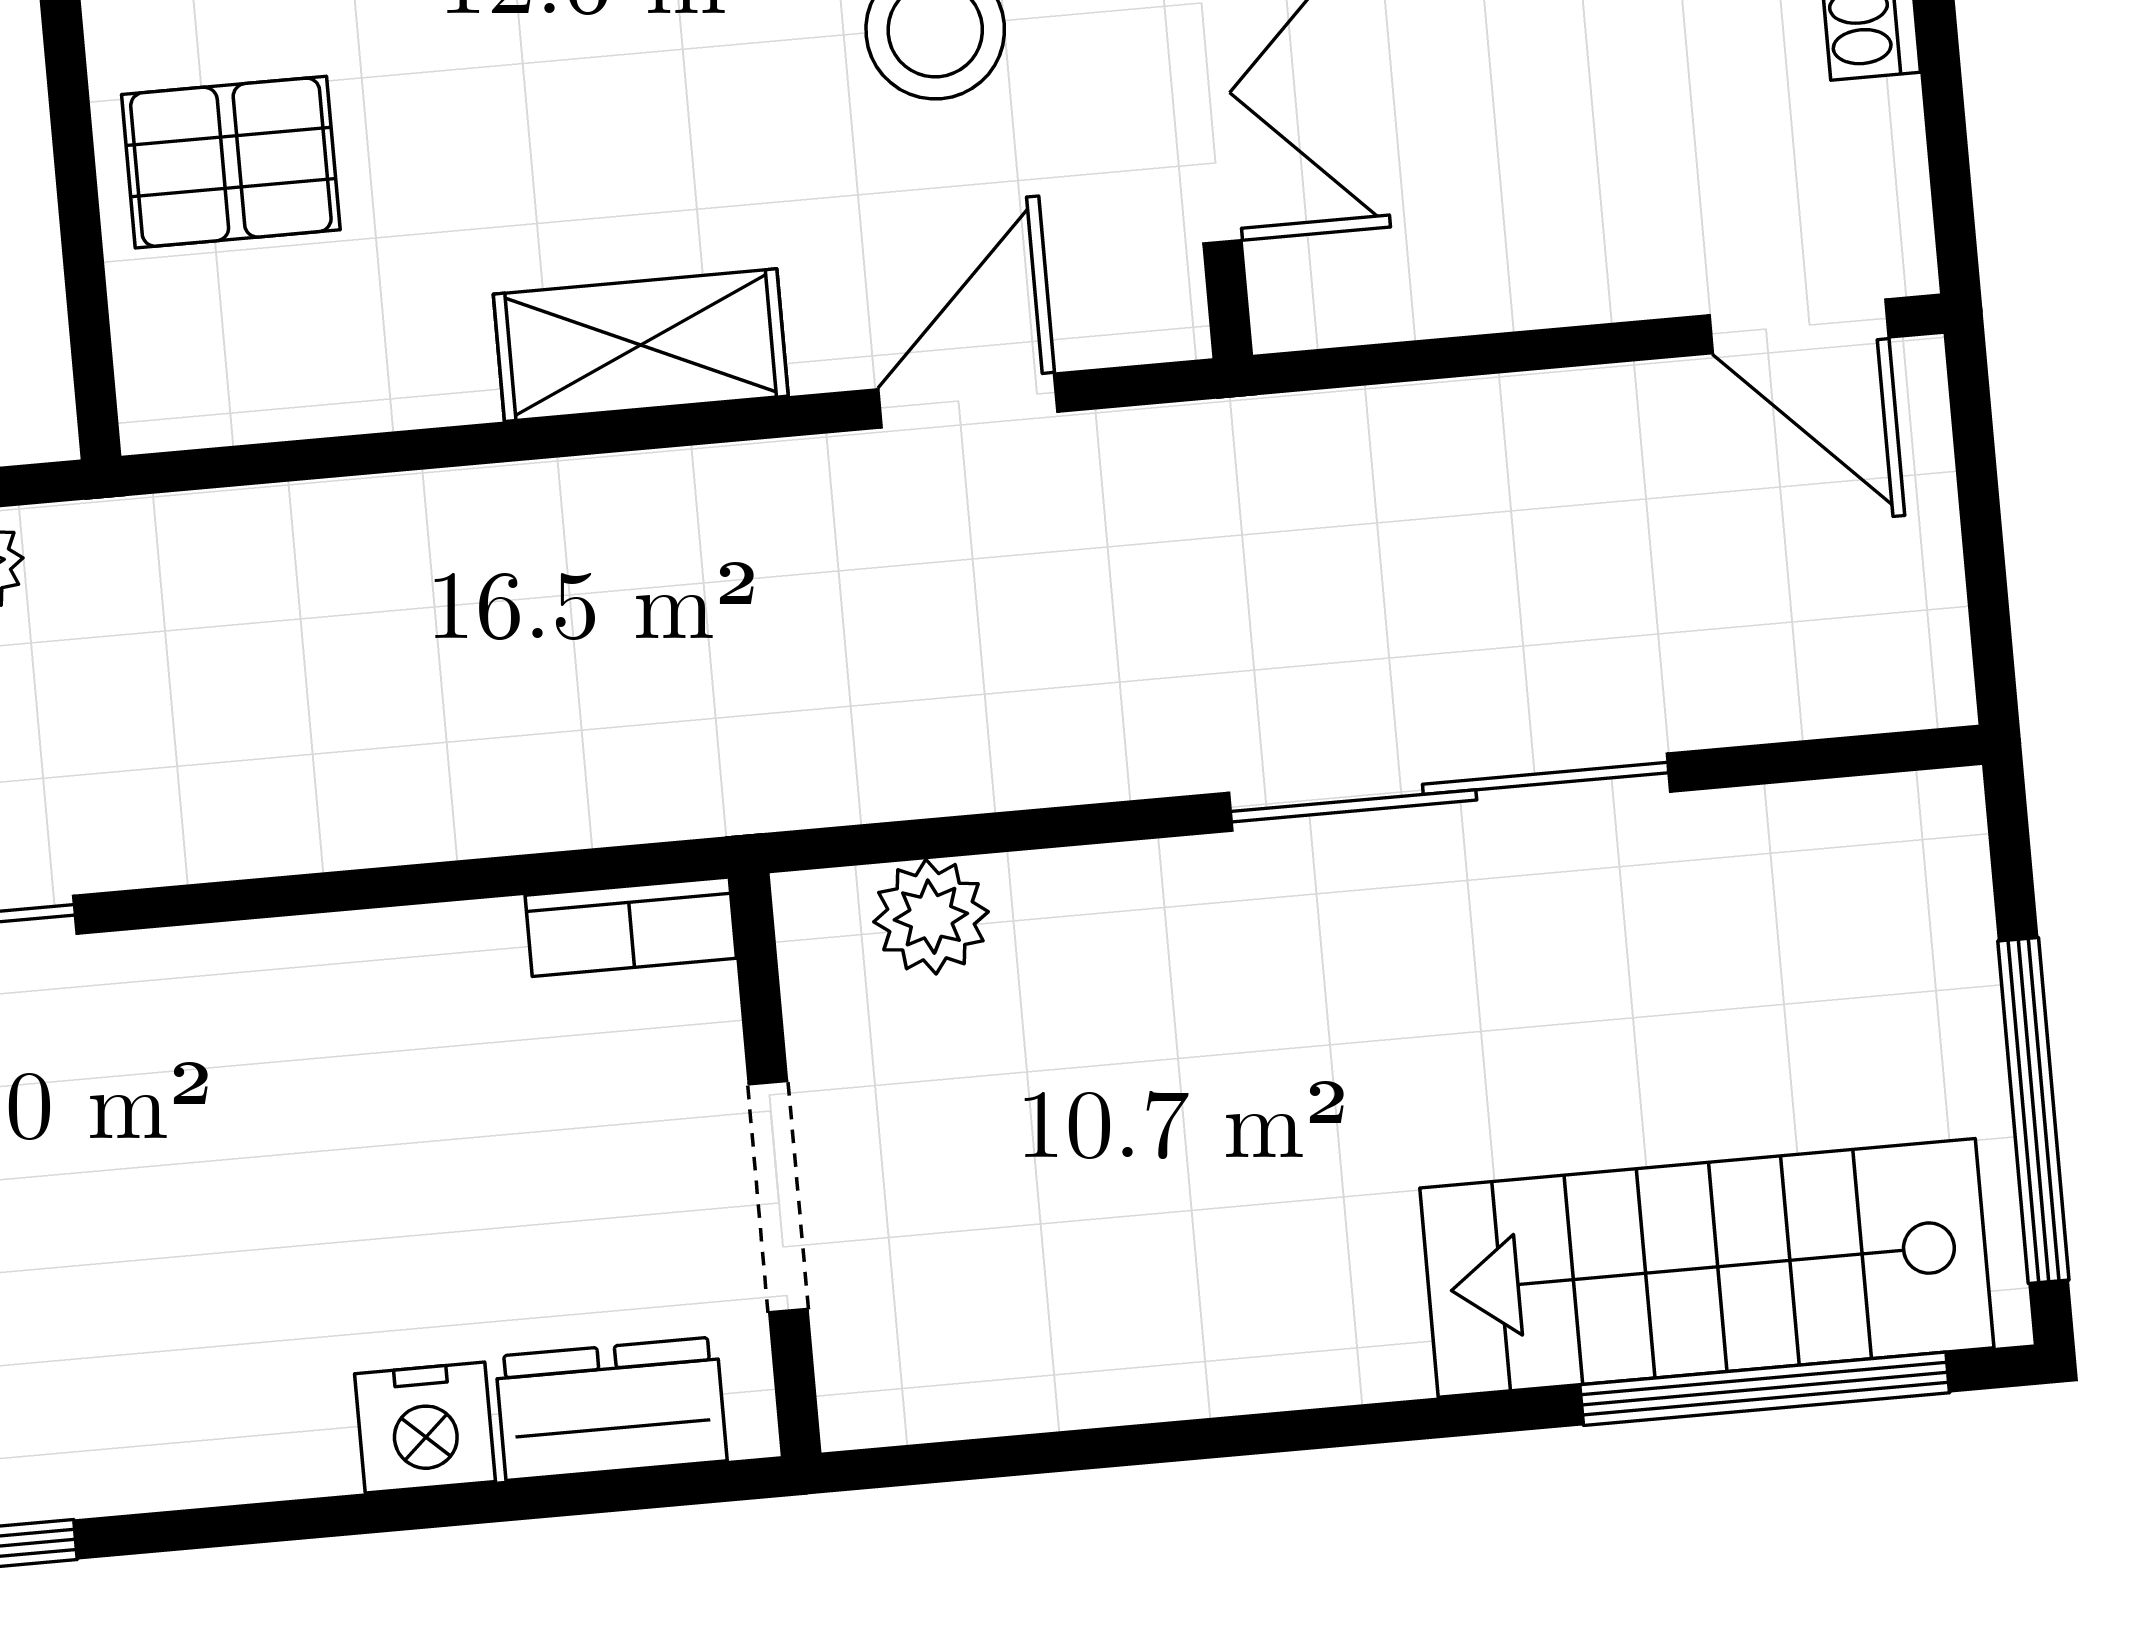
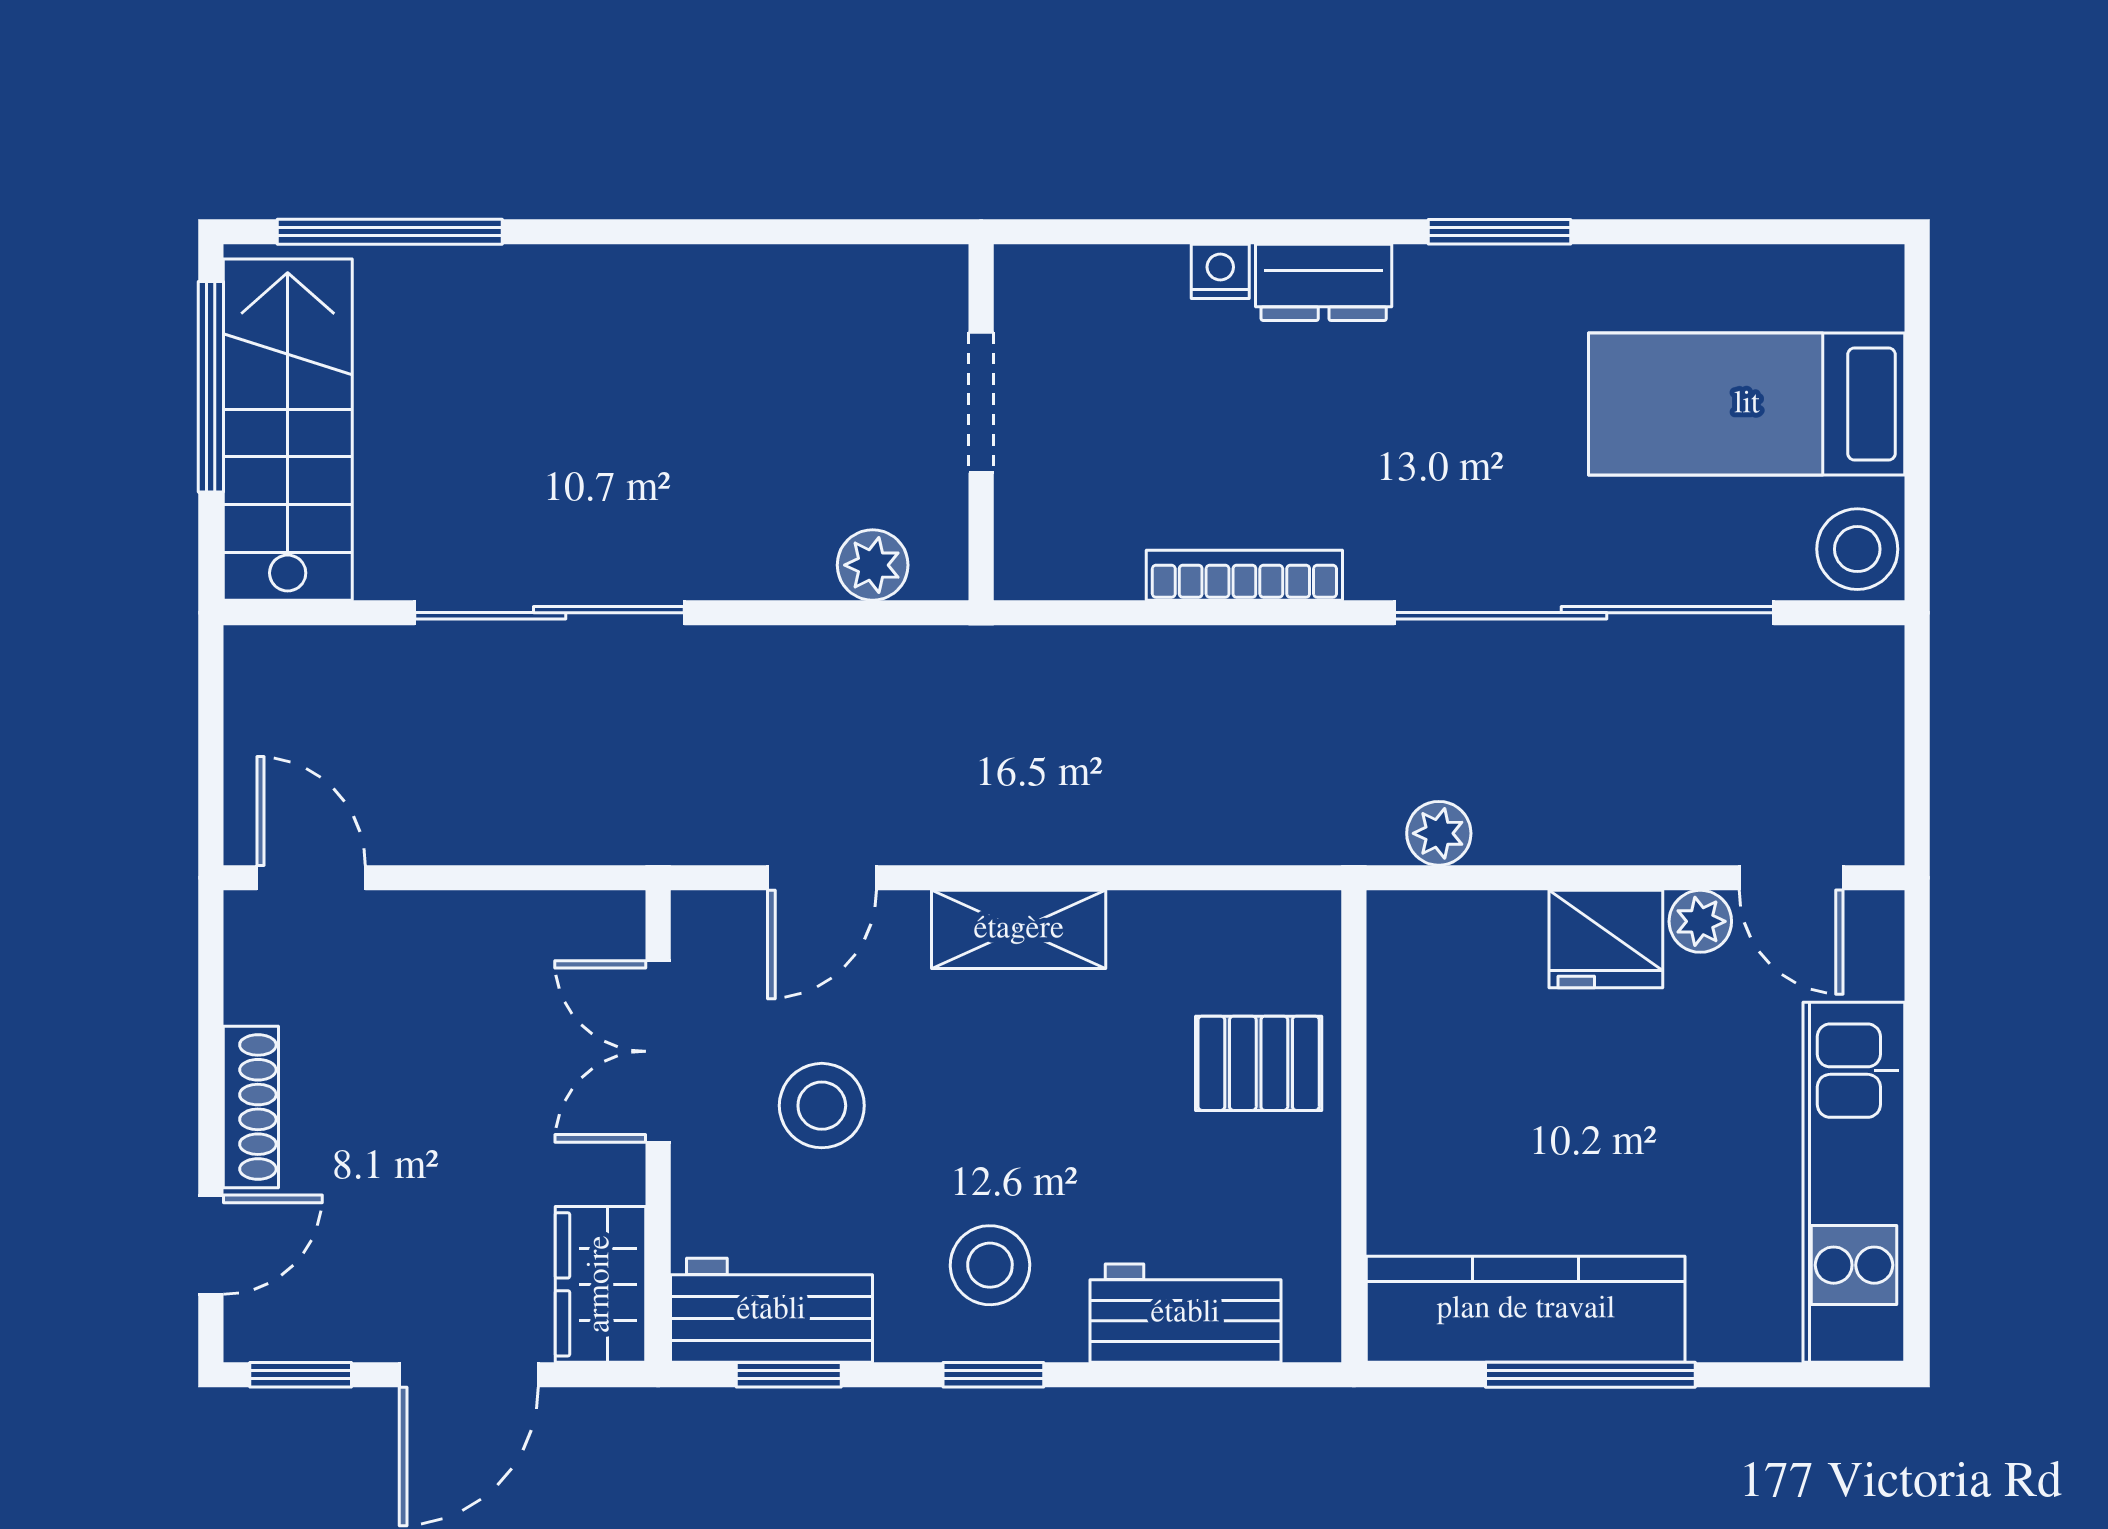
bookcase: (631, 927) -> (1244, 575), moved, width x1.56
stairs: (1707, 1268) -> (288, 430), moved, turned -90
dresser: (611, 1409) -> (1324, 282), moved
nightstand: (425, 1428) -> (1220, 271), width x0.72, depth x0.74

